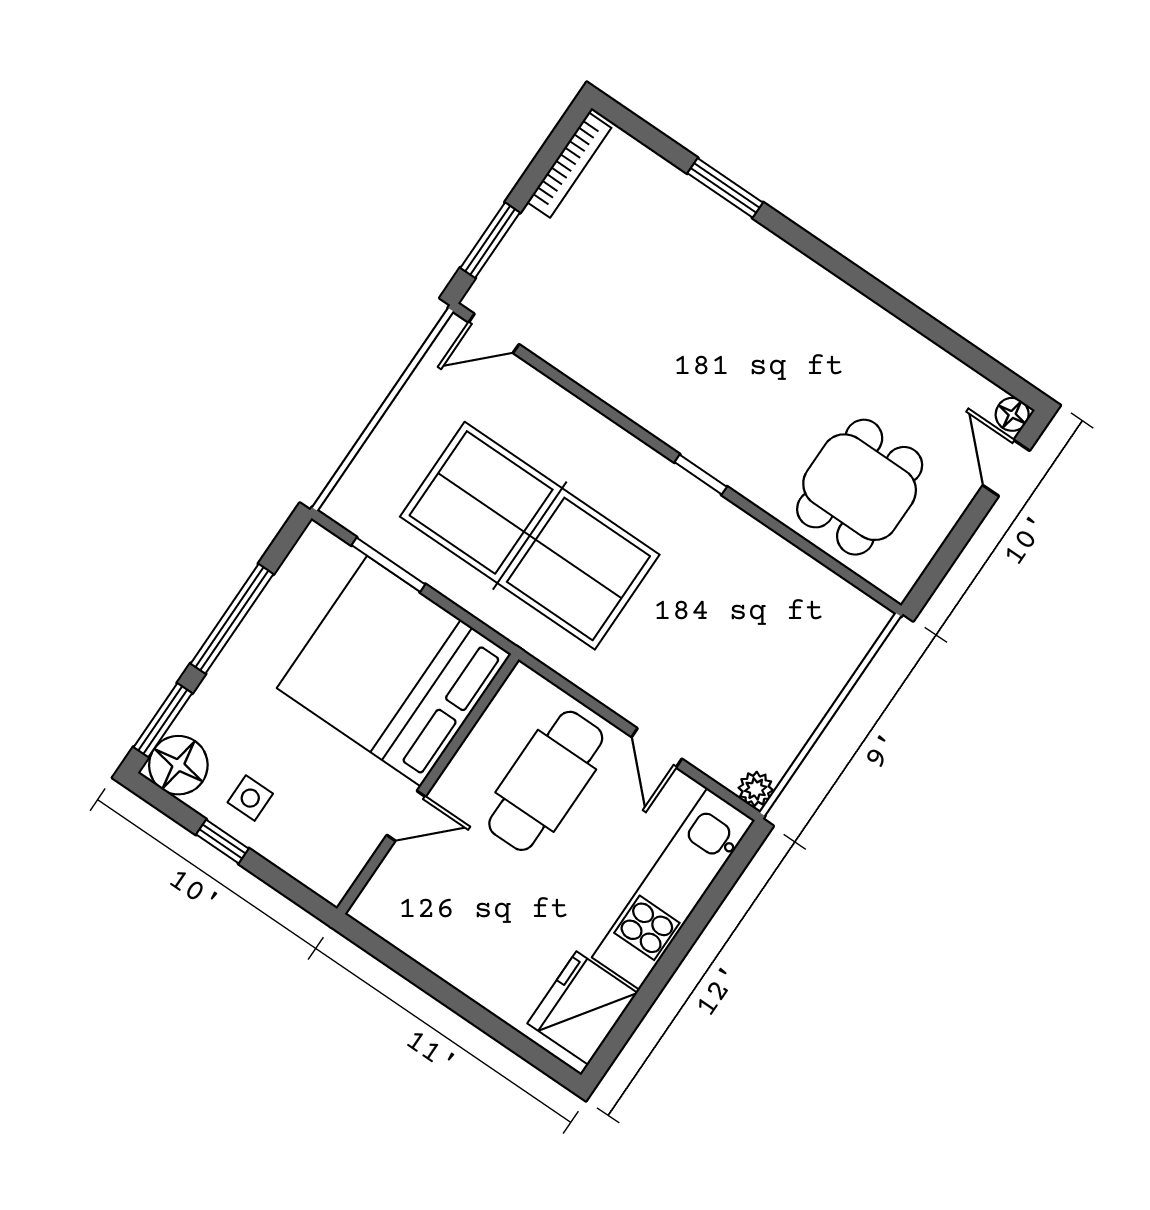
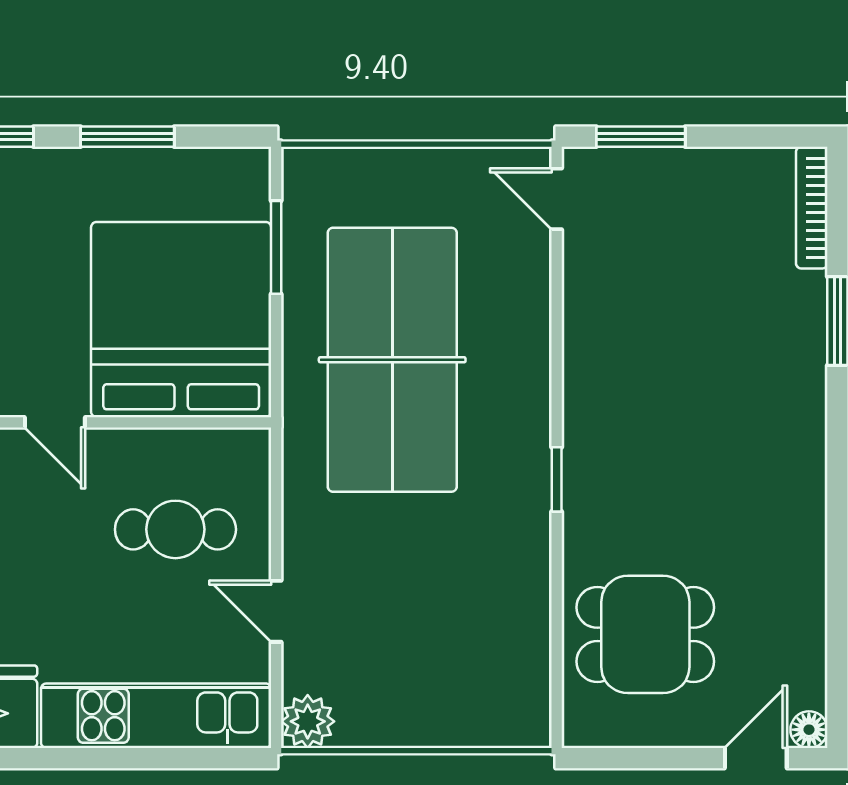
bookcase: (569, 165) -> (812, 208), moved, turned 90
window: (232, 619) -> (127, 137), width x0.69
door: (657, 748) -> (276, 611), hinge flipped
cafe table: (546, 781) -> (175, 529), width x0.73, depth x0.74
plant: (756, 789) -> (308, 721), width x1.38, depth x1.38

